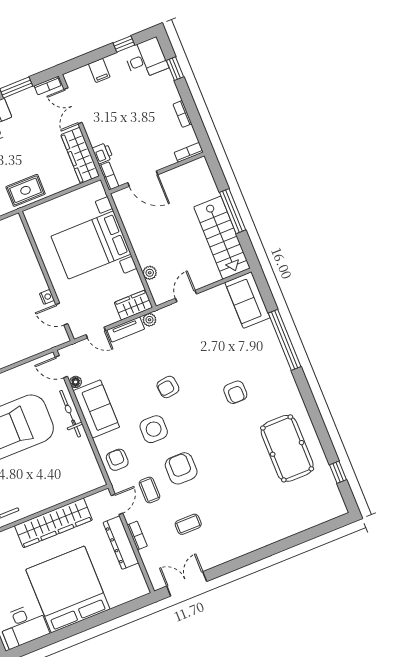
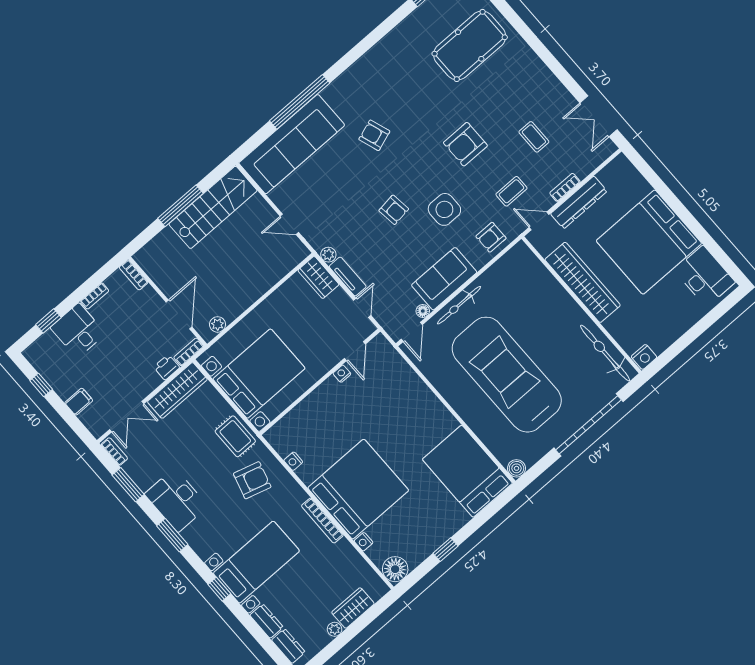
desk: (146, 59) -> (78, 331), moved
bed with nightstands: (91, 245) -> (259, 374), moved, turned -90
plant: (150, 273) -> (218, 324), moved
sofa: (247, 300) -> (292, 144), width x1.85, depth x1.27
armchair: (235, 392) -> (374, 135), turned -109
pool table: (287, 448) -> (470, 45), moved
armchair: (181, 468) -> (465, 144), moved

